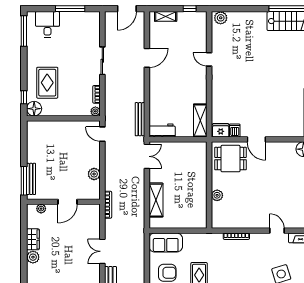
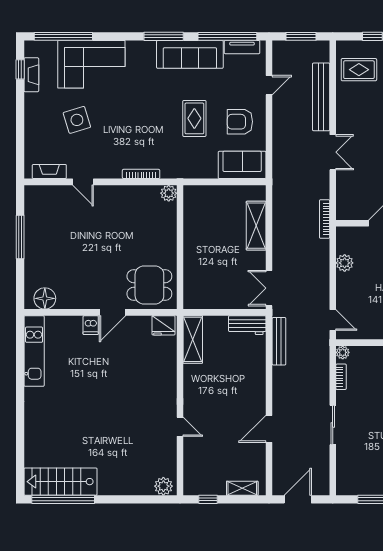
dishwasher: (235, 130) -> (91, 325), moved
door: (256, 139) -> (112, 312), swing flipped
plant: (217, 195) -> (169, 193), moved

